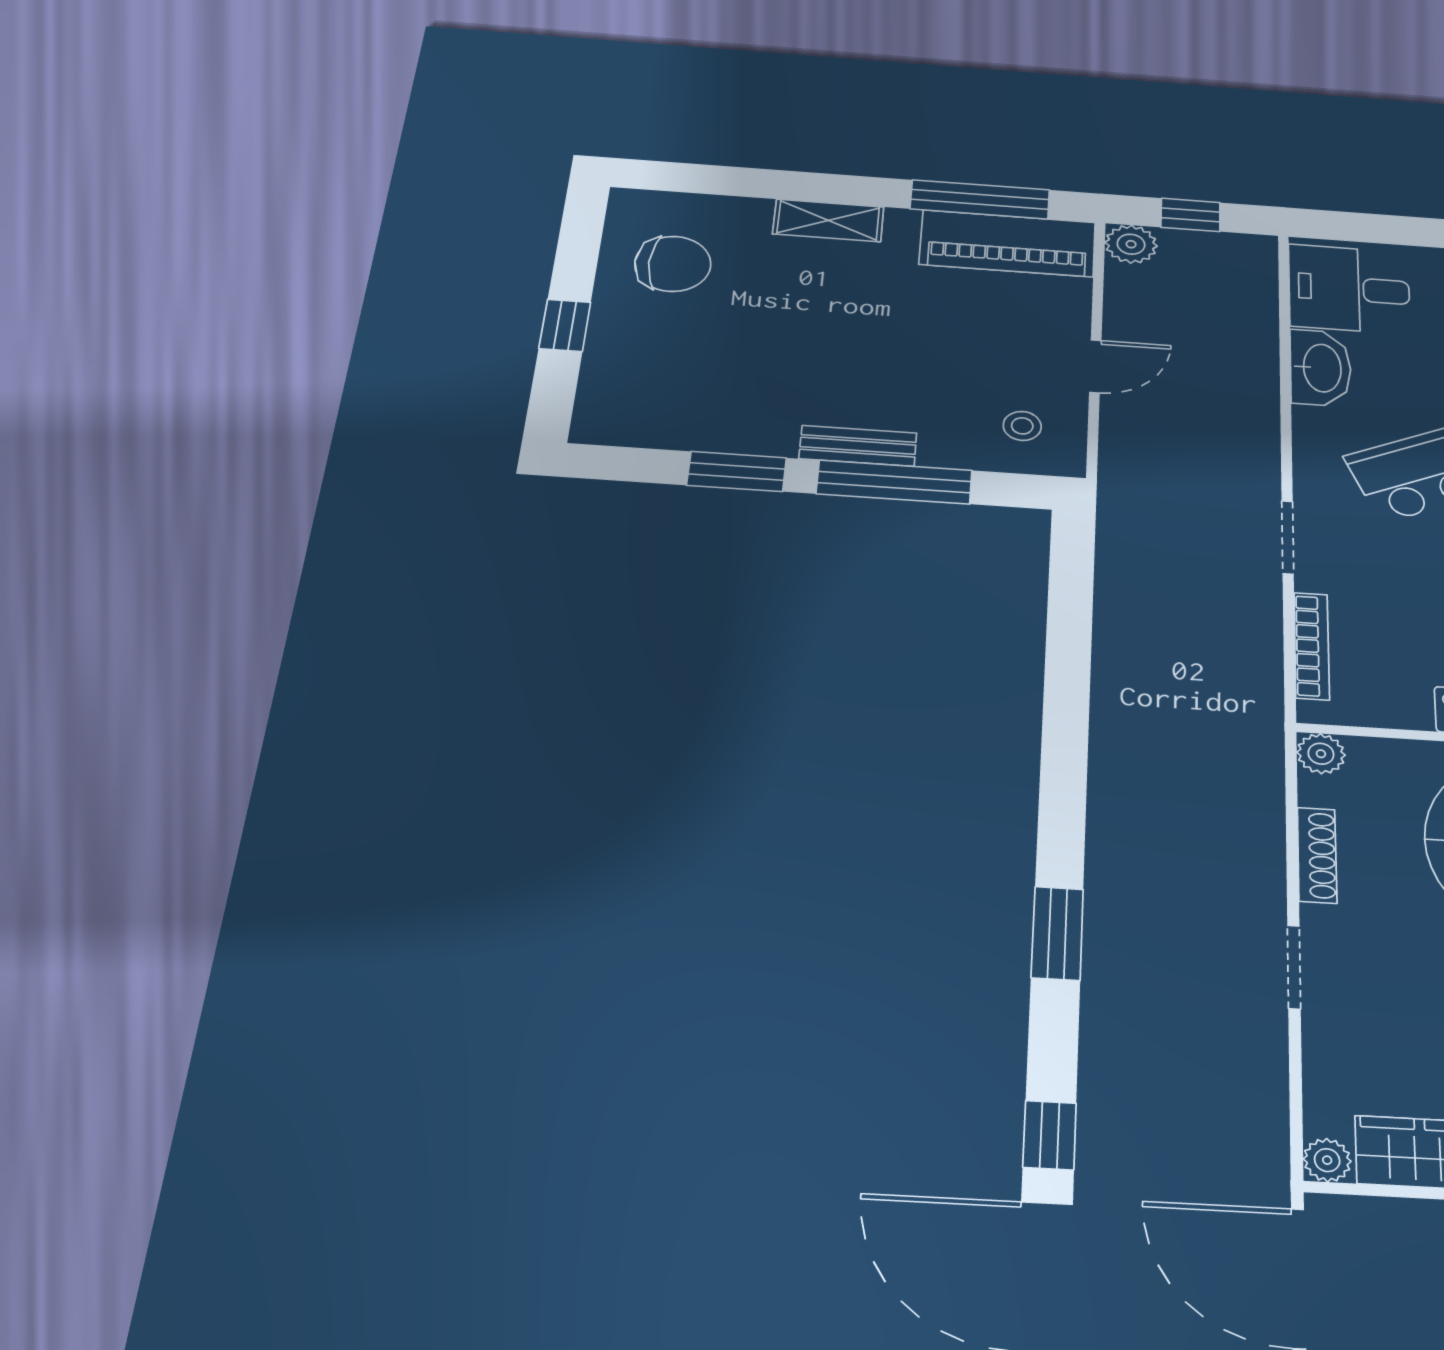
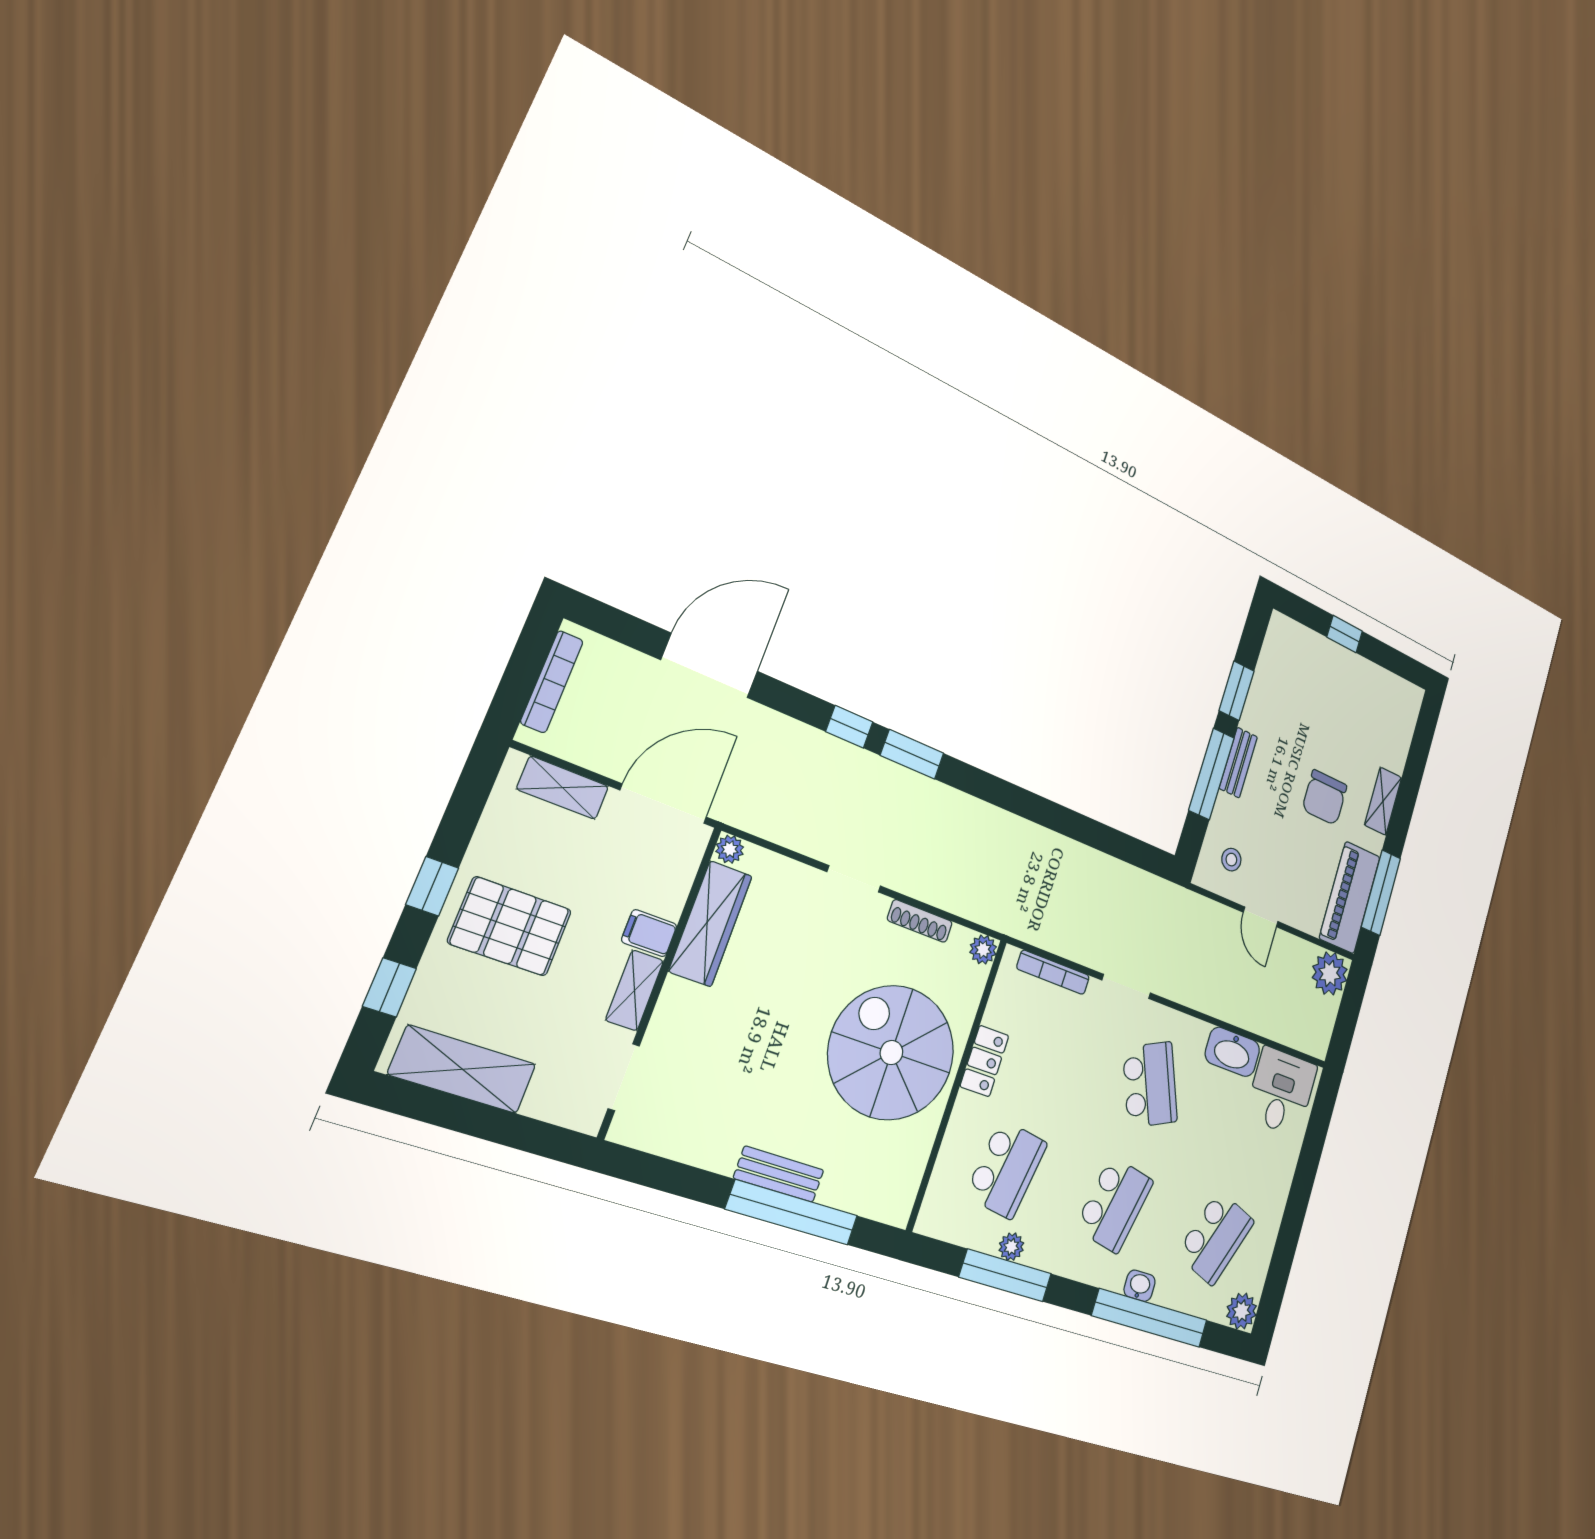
window: (1190, 215) -> (1348, 1013), removed
plant: (1131, 244) -> (1330, 973), width x1.36, depth x1.36
chair: (673, 264) -> (1325, 797), moved
window: (1050, 1135) -> (849, 727), moved

